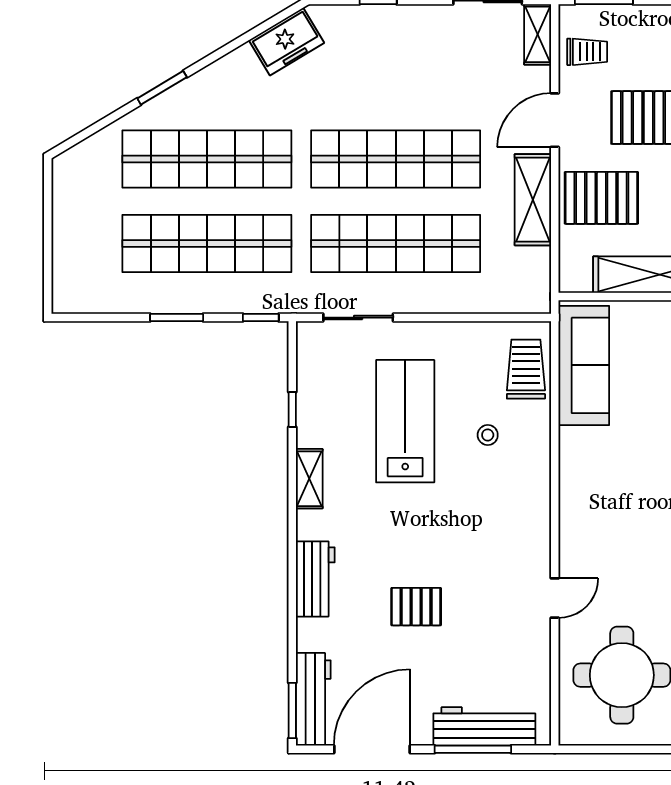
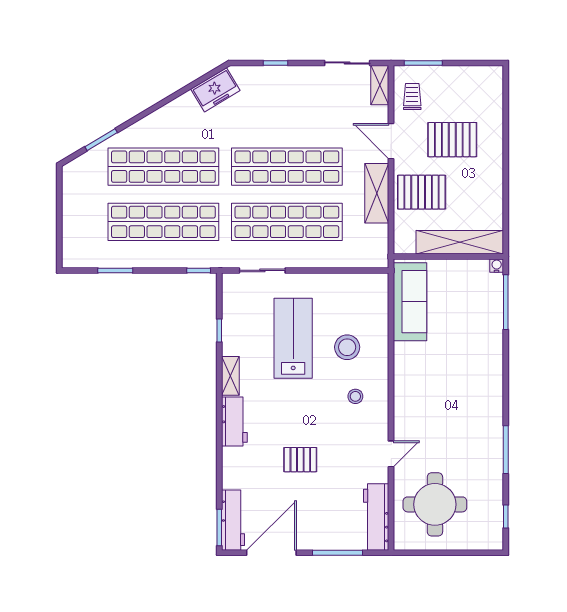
trolley: (587, 52) -> (412, 97), turned -90
window: (162, 88) -> (101, 140), moved
door: (555, 120) -> (391, 141), hinge flipped
window: (177, 318) -> (115, 270), moved
trolley: (526, 369) -> (372, 304), removed
stool: (488, 435) -> (347, 347), width x1.89, depth x1.89
stool: (500, 510) -> (355, 396), added
workbench: (315, 579) -> (234, 422), moved
workbench: (484, 726) -> (376, 517), moved, turned -90

